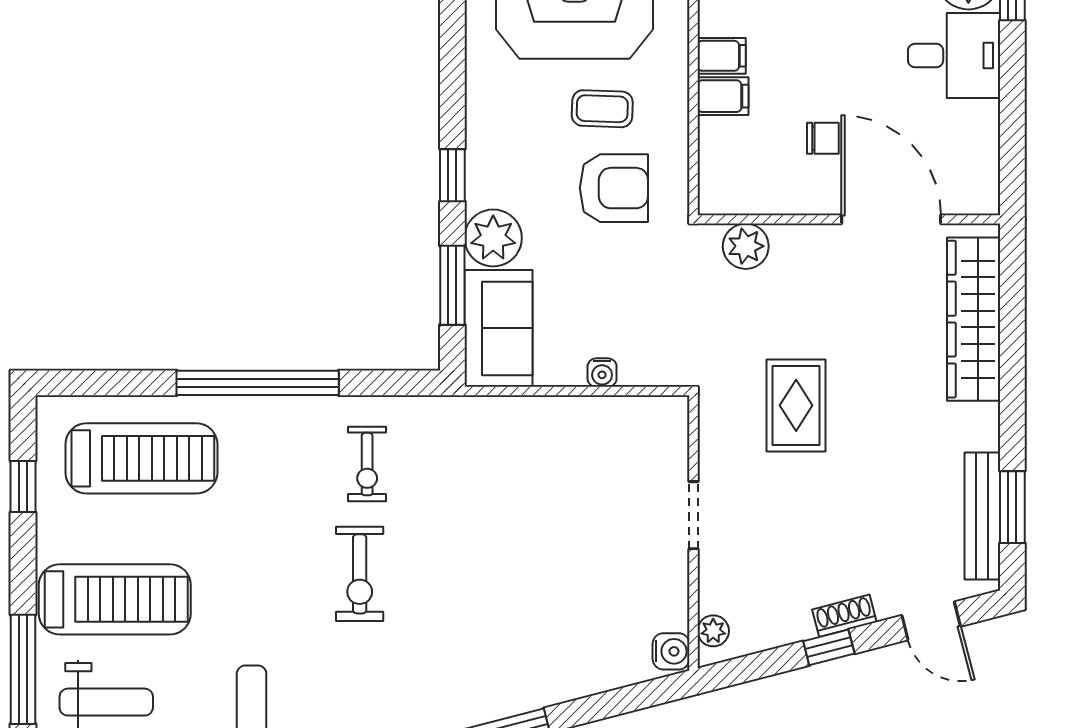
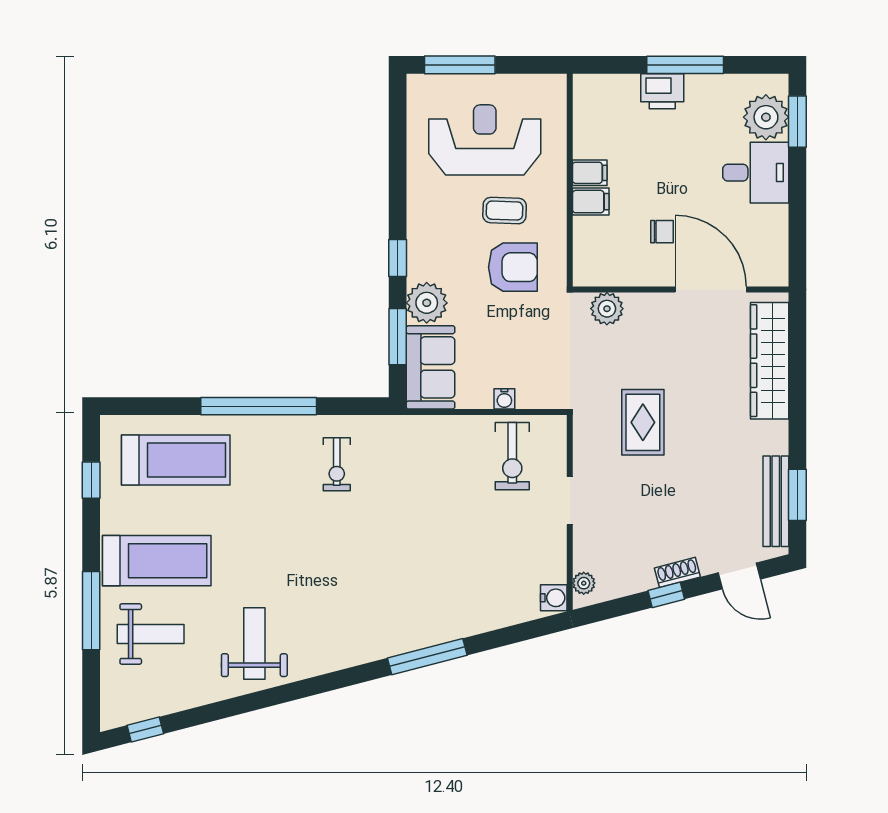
exercise bike: (360, 574) -> (512, 456), moved

